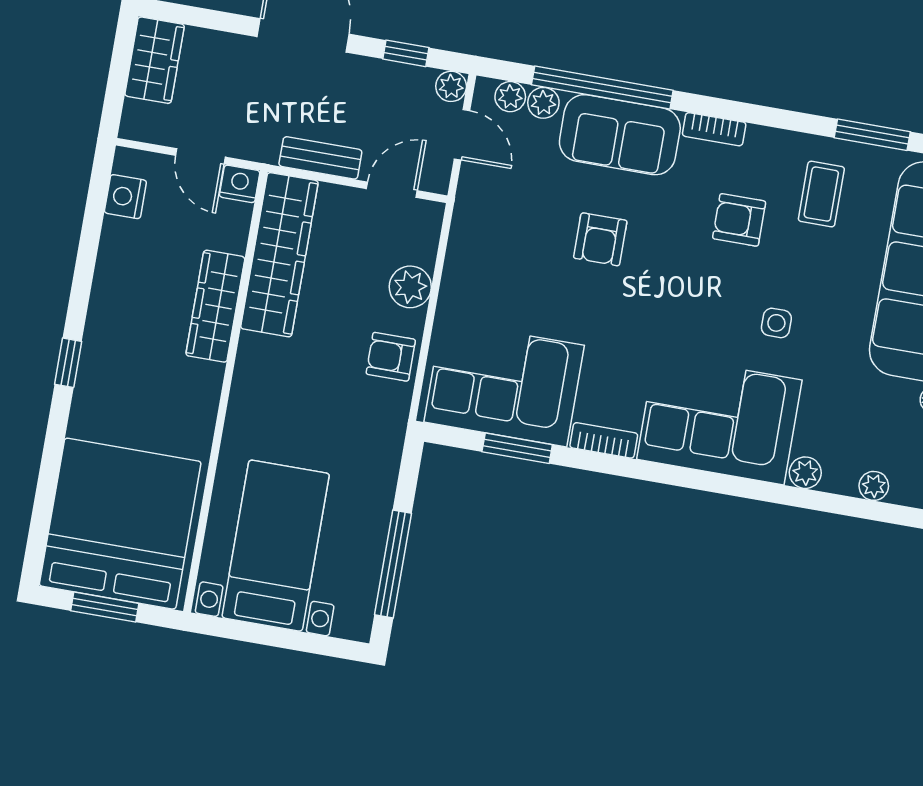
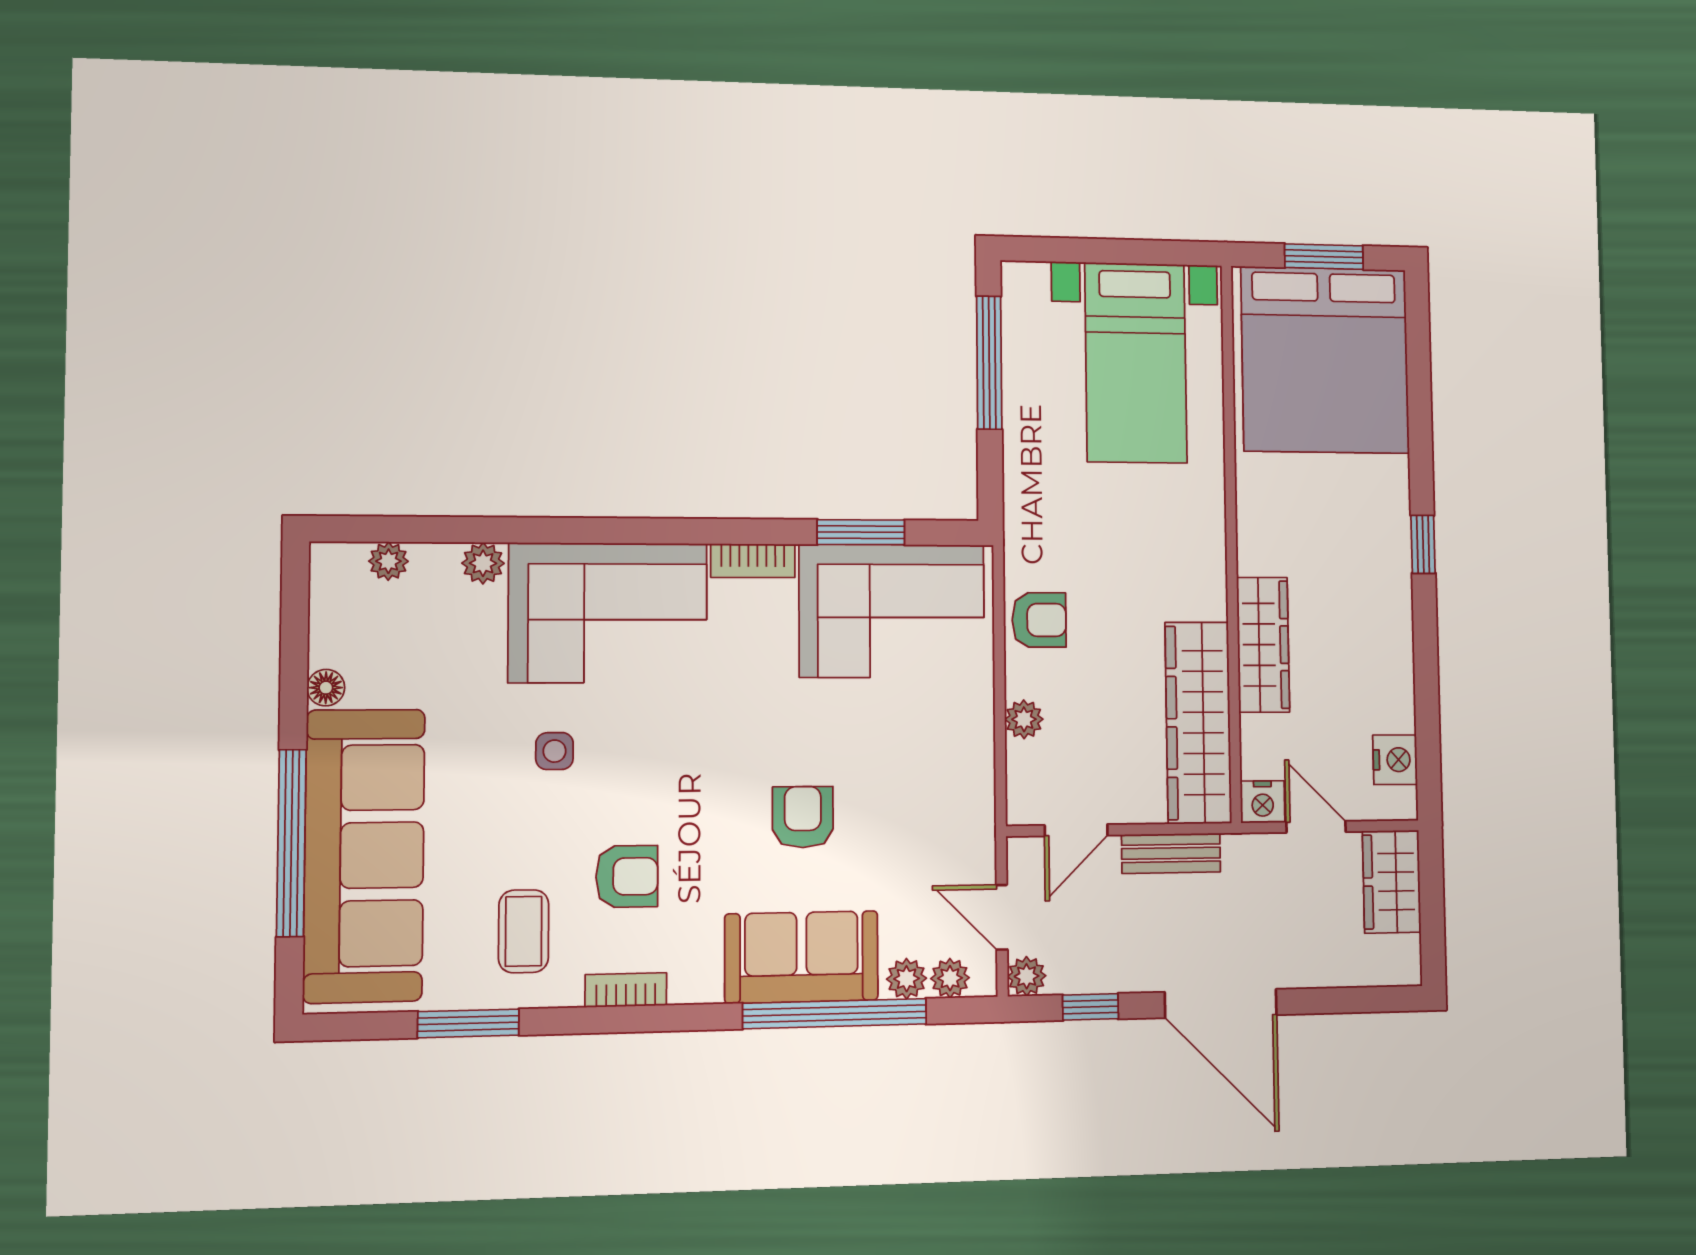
wardrobe: (155, 60) -> (1392, 882), moved
bookcase: (714, 129) -> (626, 990), moved
plant: (410, 287) -> (1024, 719), width x0.73, depth x0.73

